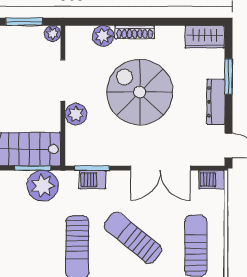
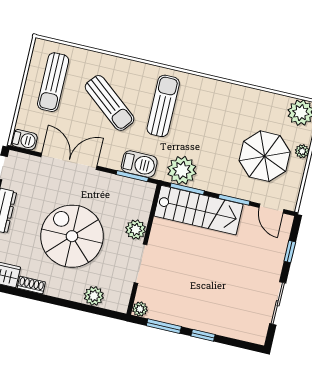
shoe rack: (135, 32) -> (31, 285), moved, width x0.70
spiral stairs: (140, 92) -> (72, 236), turned 180
barbecue: (93, 180) -> (139, 164), width x1.38, depth x1.27

